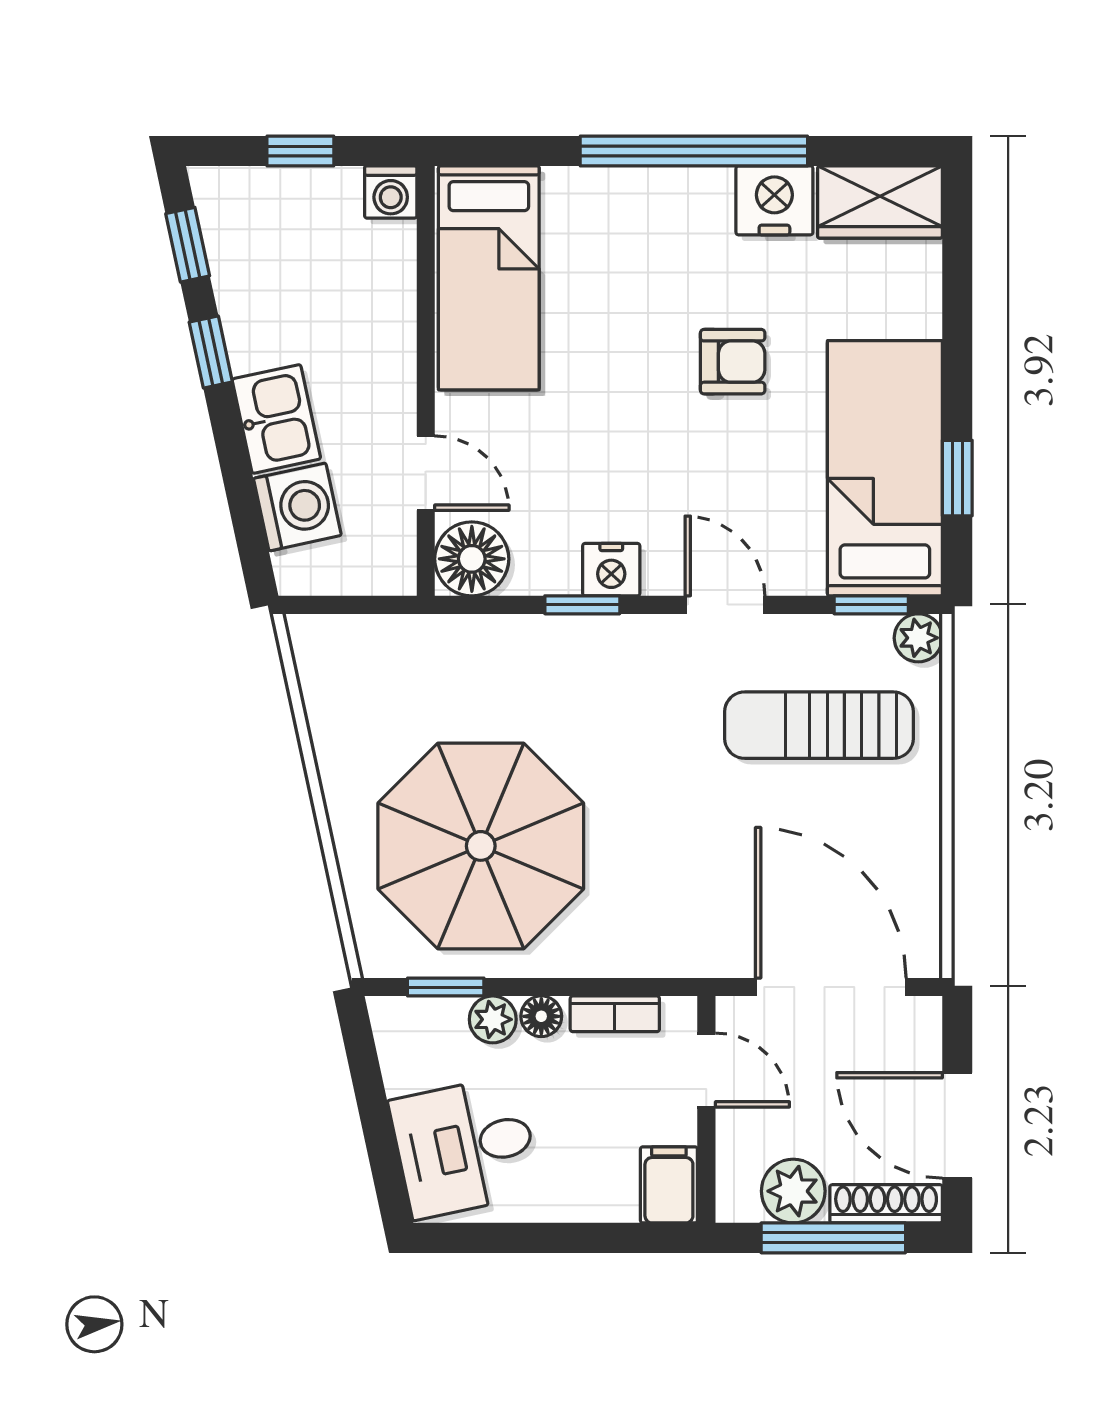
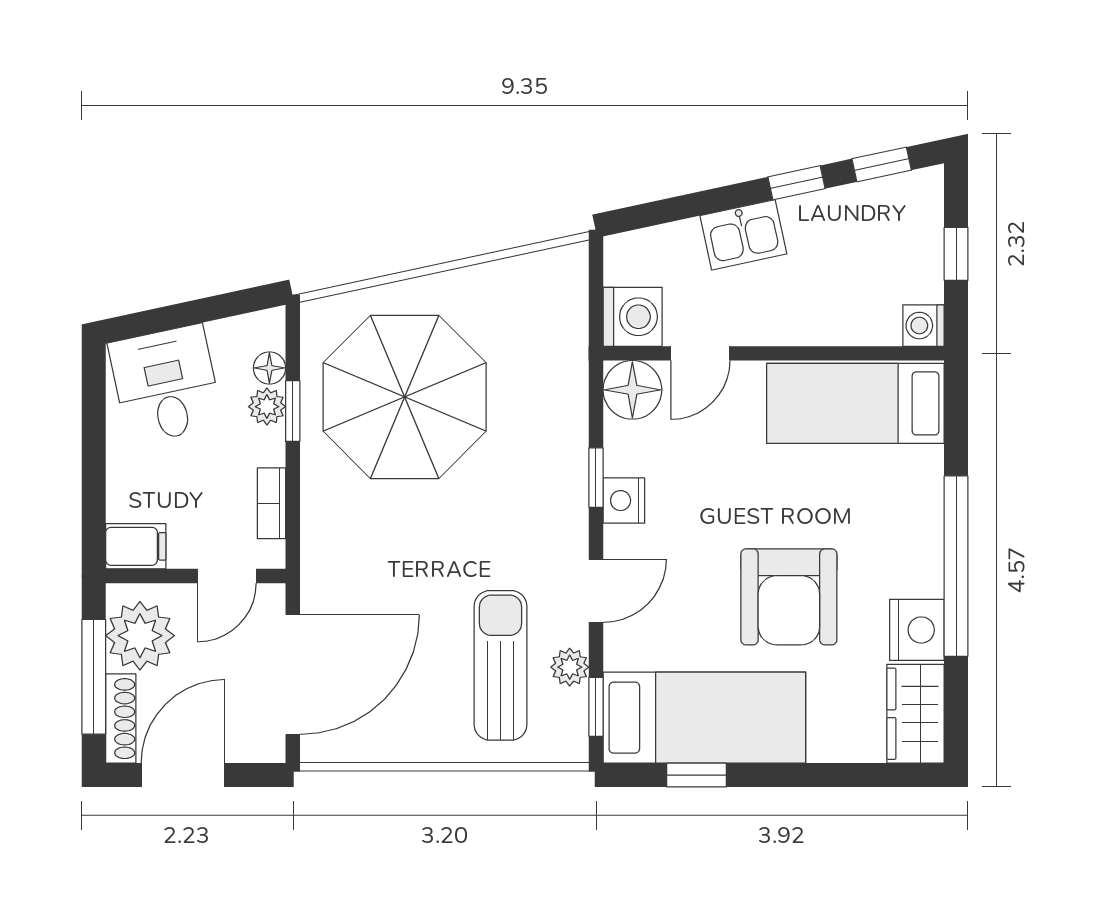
armchair: (733, 362) -> (789, 597), width x1.88, depth x1.88
washing machine: (297, 507) -> (633, 317), moved, turned -78
plant: (918, 638) -> (570, 667), moved
window: (446, 987) -> (293, 411), moved
floor lamp: (541, 1016) -> (269, 368), moved
plant: (793, 1191) -> (140, 636), width x1.36, depth x1.36

